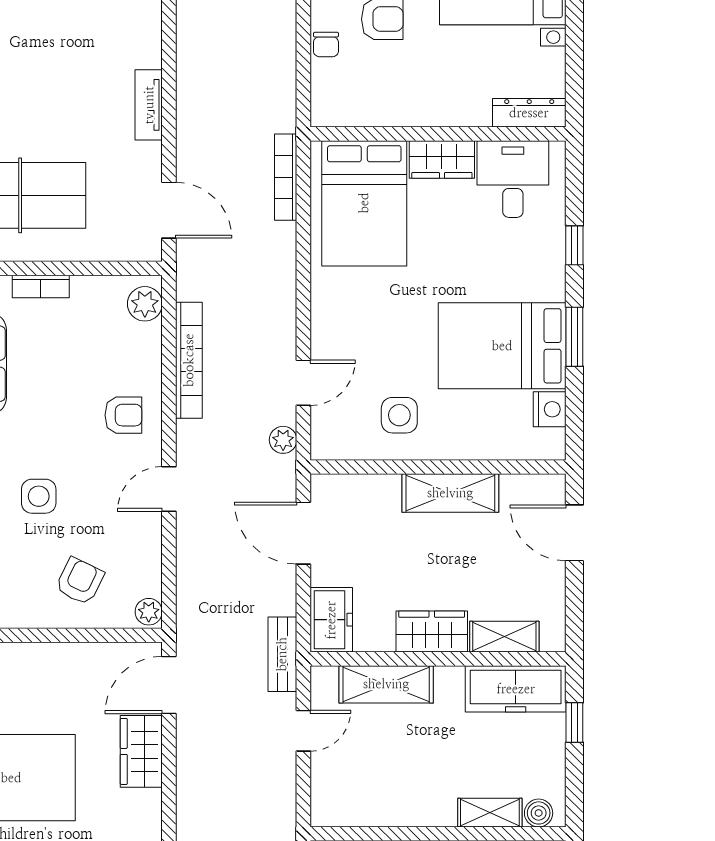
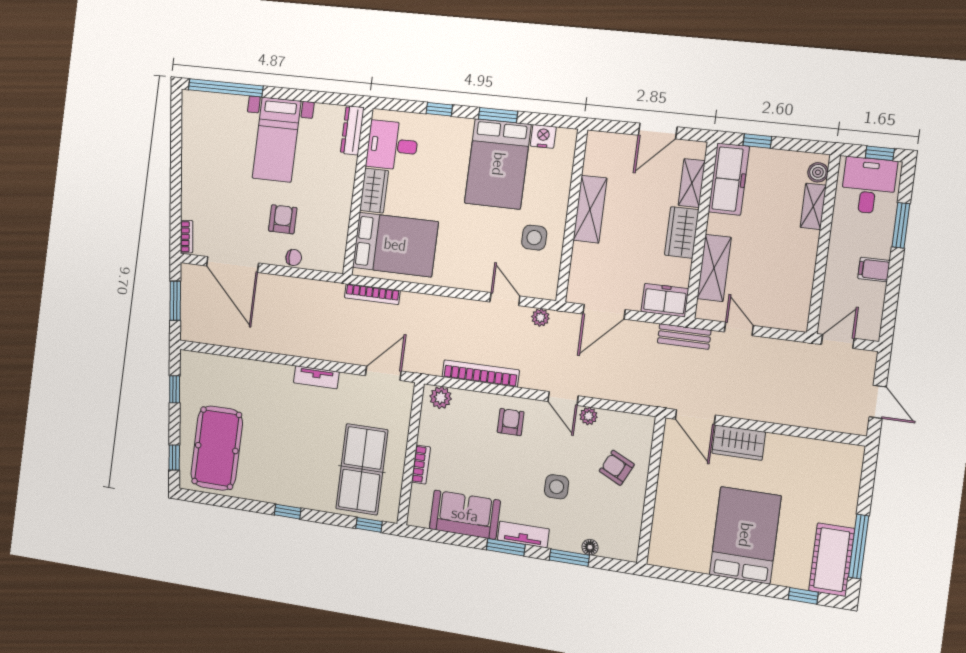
door: (574, 533) -> (658, 131), moved
plant: (149, 612) -> (589, 416), moved

